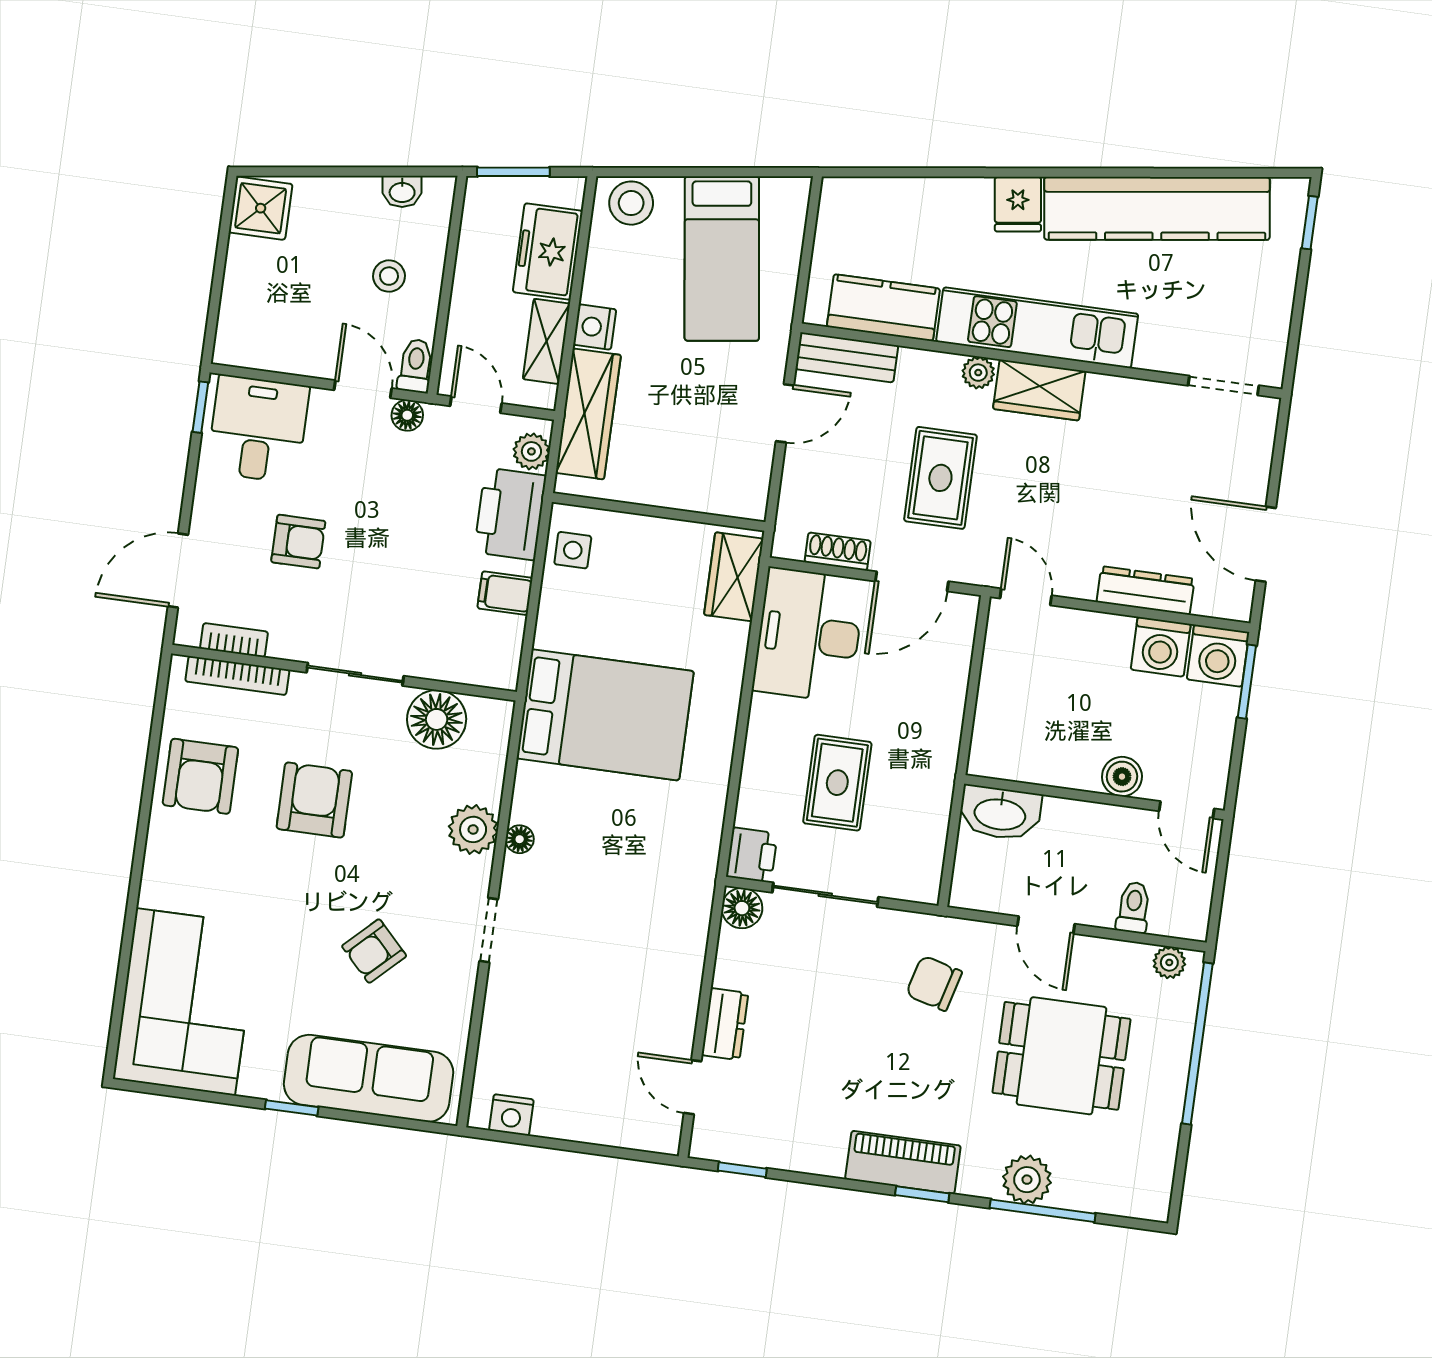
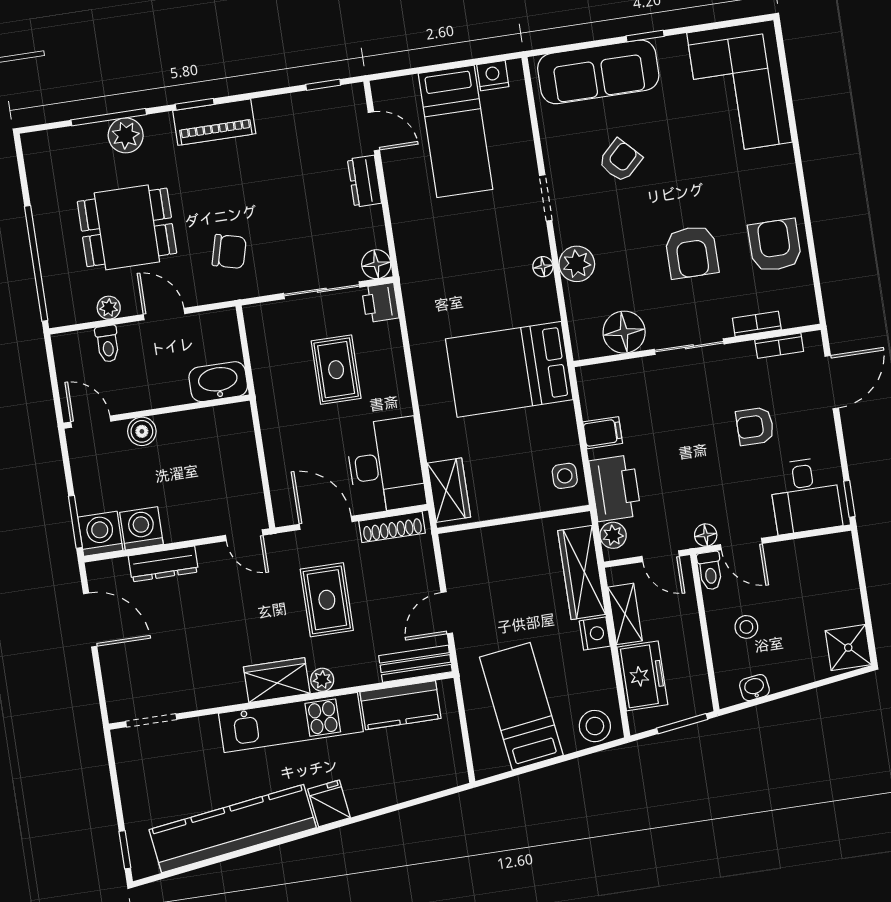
shoe rack: (838, 551) -> (392, 527), width x1.43
door: (912, 581) -> (326, 523), hinge flipped
bookcase: (237, 676) -> (757, 324), width x0.64
plant: (1169, 962) -> (109, 308), moved
bed: (583, 1055) -> (456, 131), added

